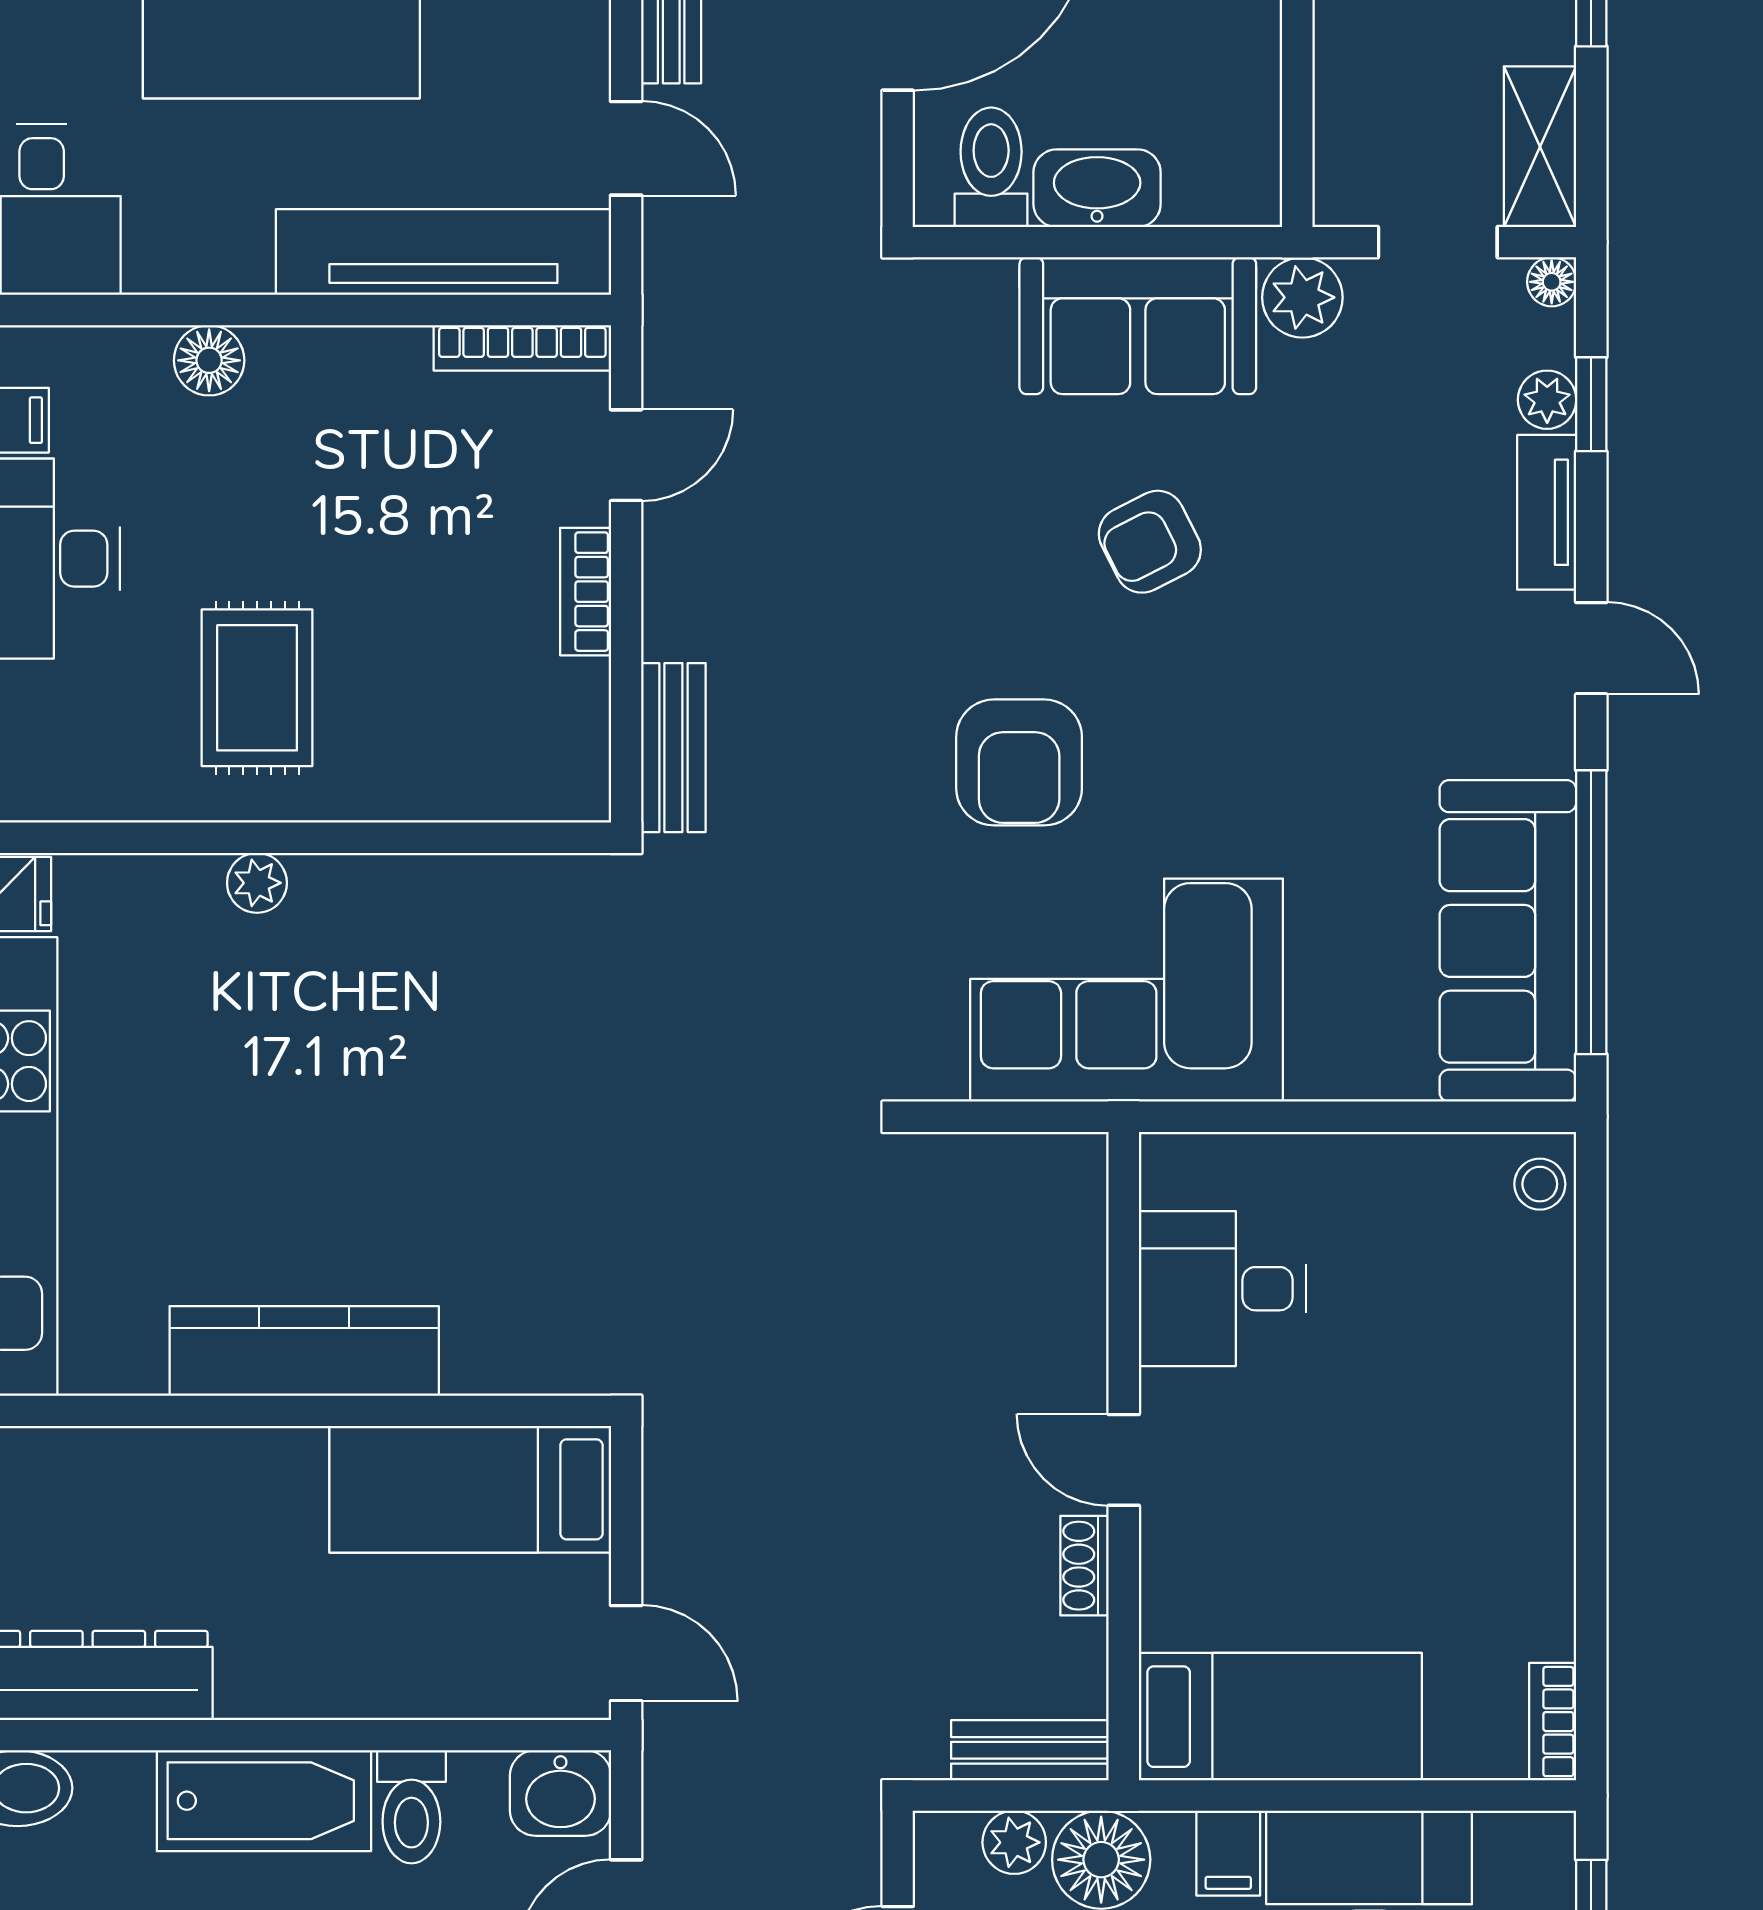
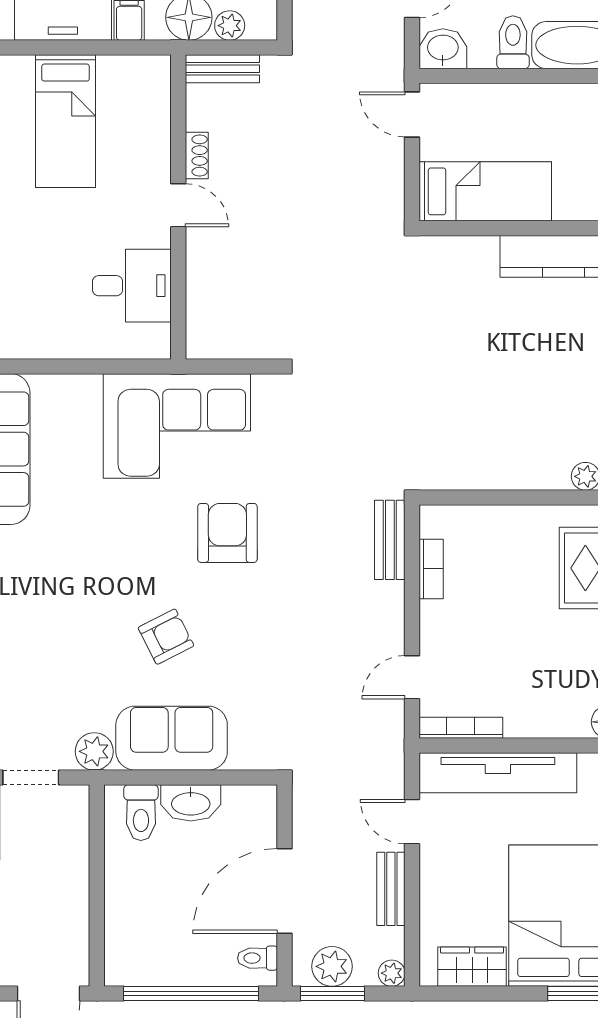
toilet: (991, 167) -> (141, 813), moved
bookcase: (586, 592) -> (431, 569), moved
bed: (1280, 1717) -> (66, 121), moved, turned -90

